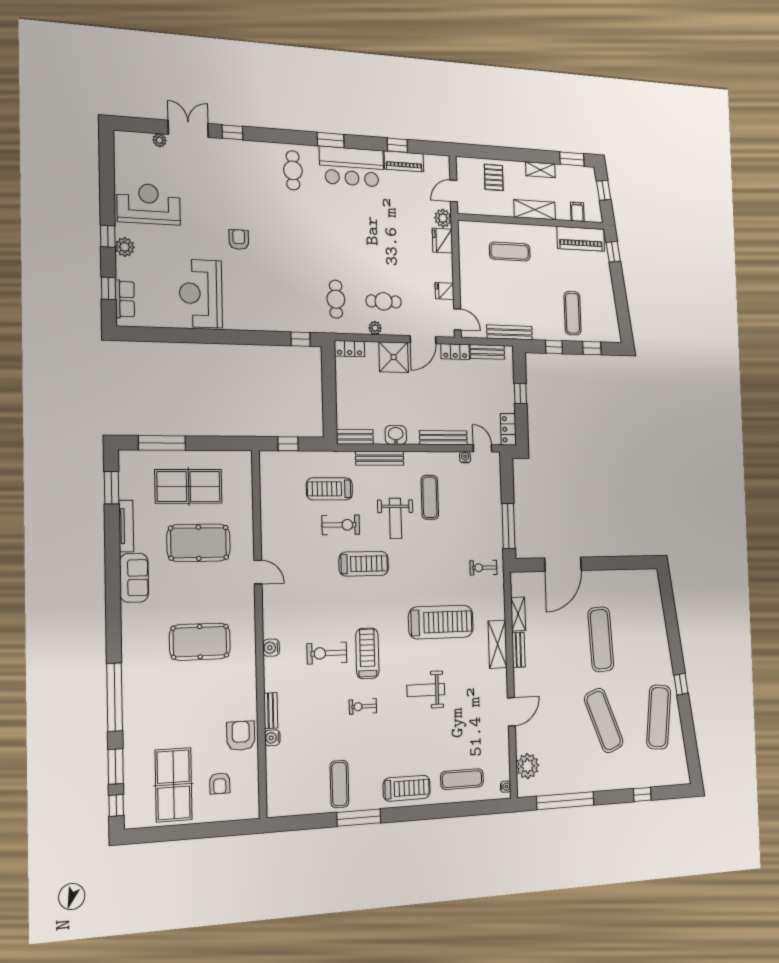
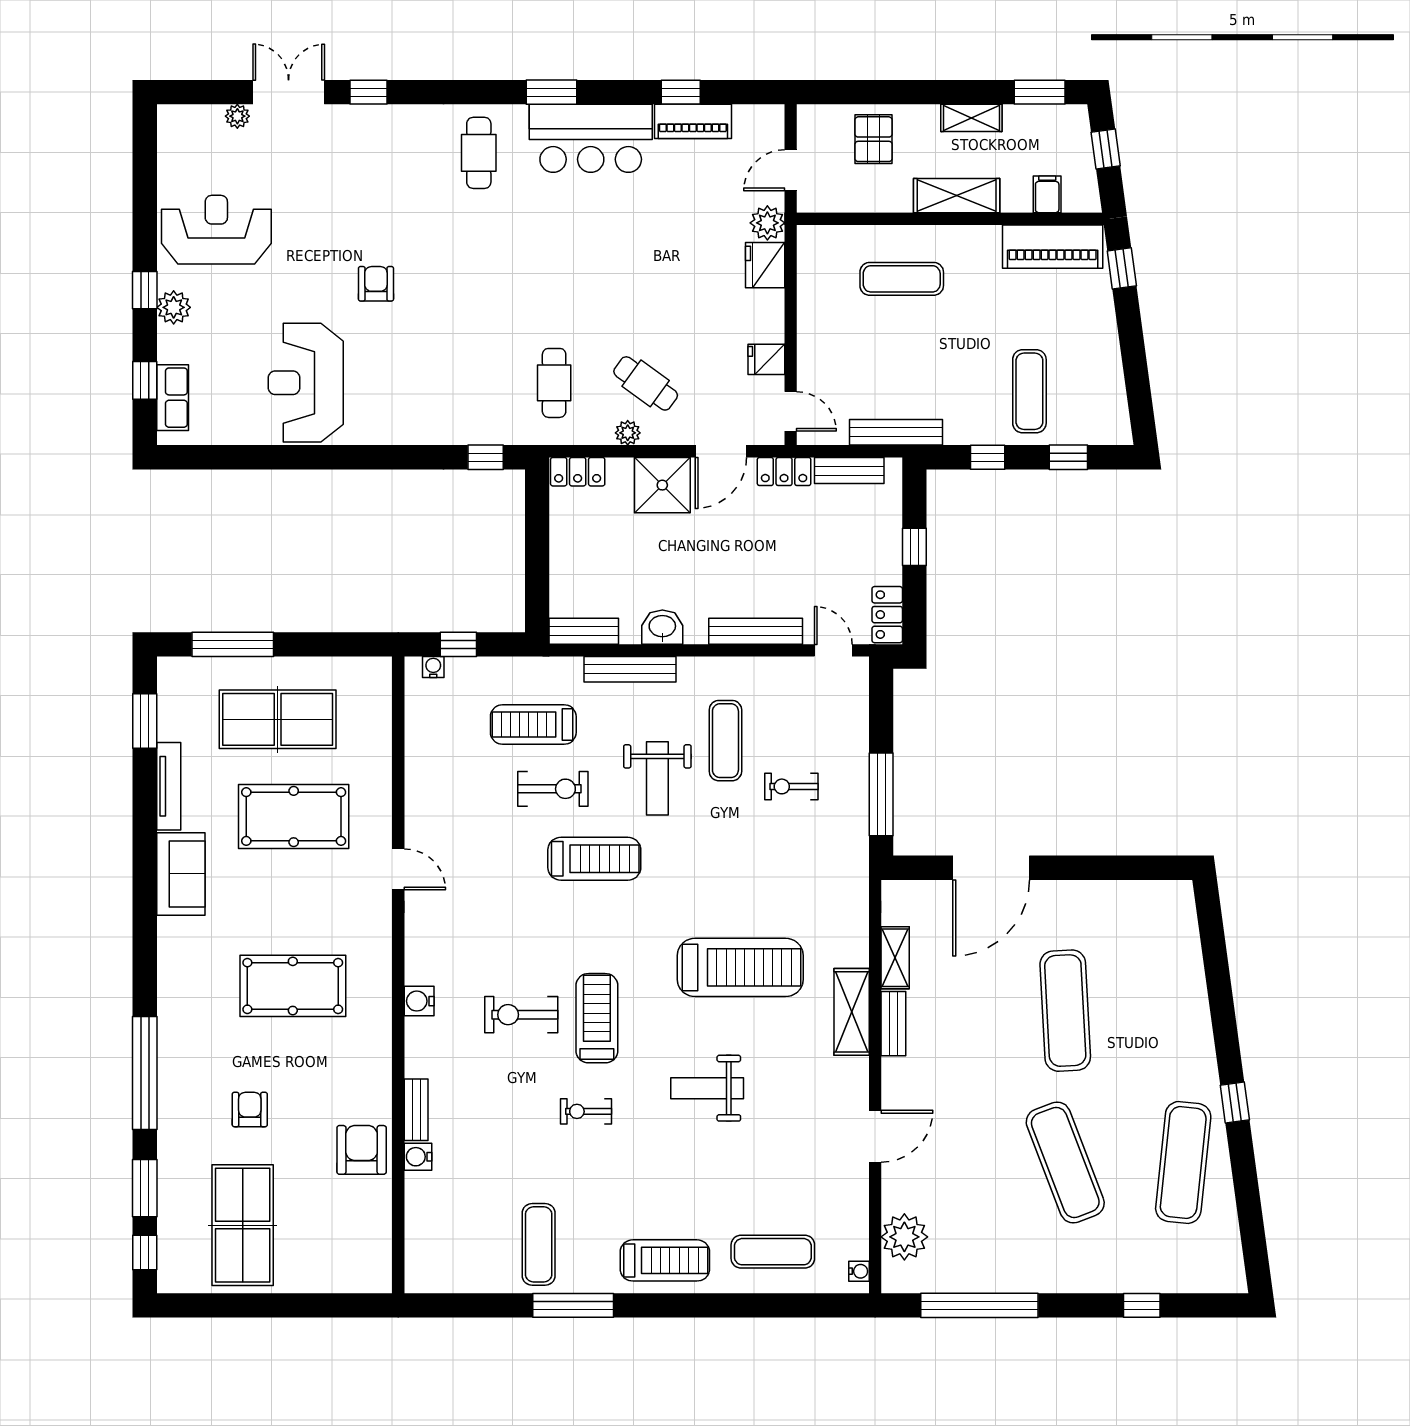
cafe table: (384, 301) -> (646, 383), turned 36
water cooler: (465, 457) -> (433, 667), moved
exercise bike: (483, 568) -> (791, 786), moved
armchair: (220, 783) -> (250, 1109), moved, turned 180

